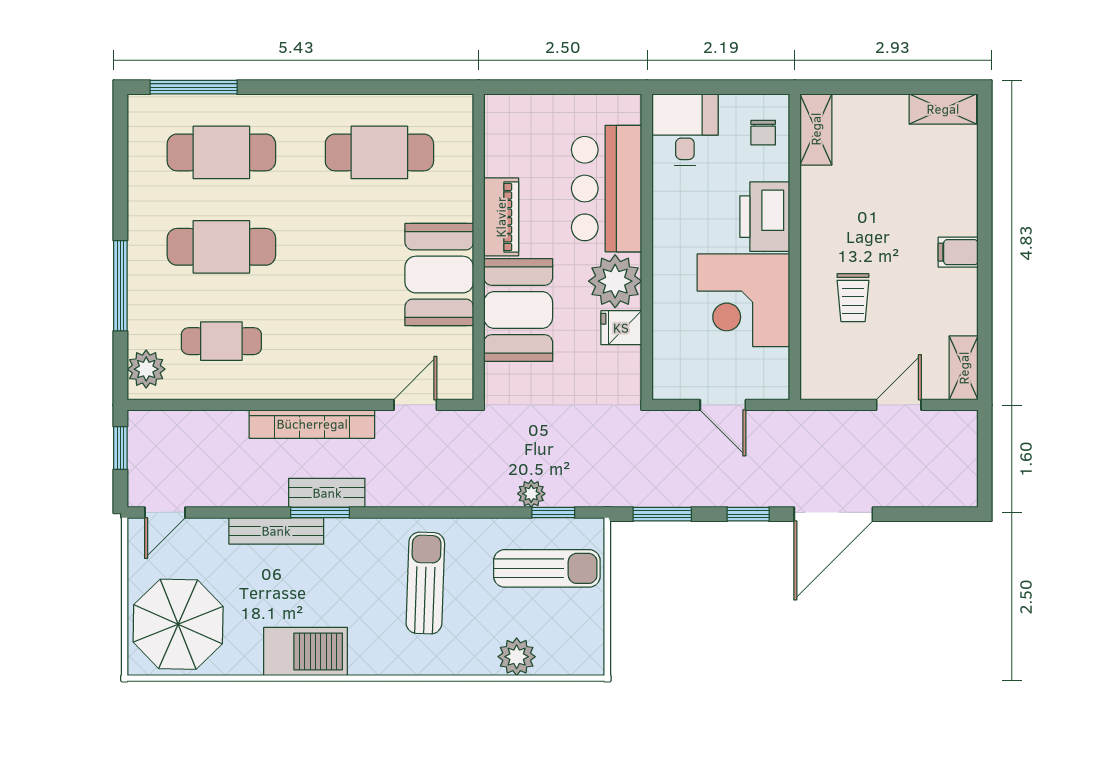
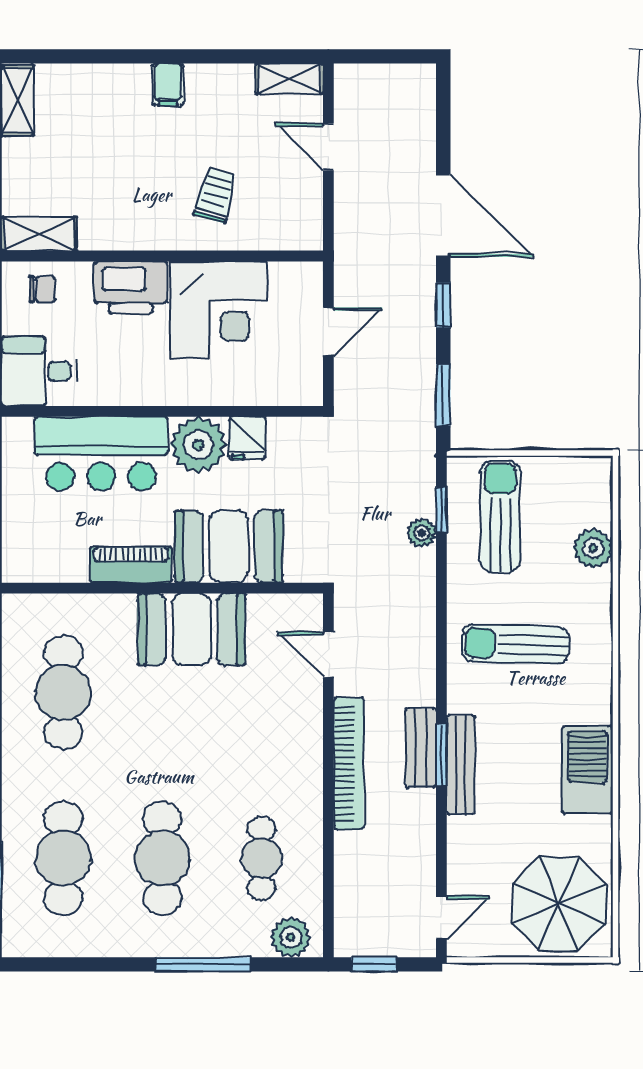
trolley: (853, 298) -> (216, 195), turned -75
door: (165, 512) -> (441, 918), hinge flipped
bench: (276, 531) -> (461, 765), moved

